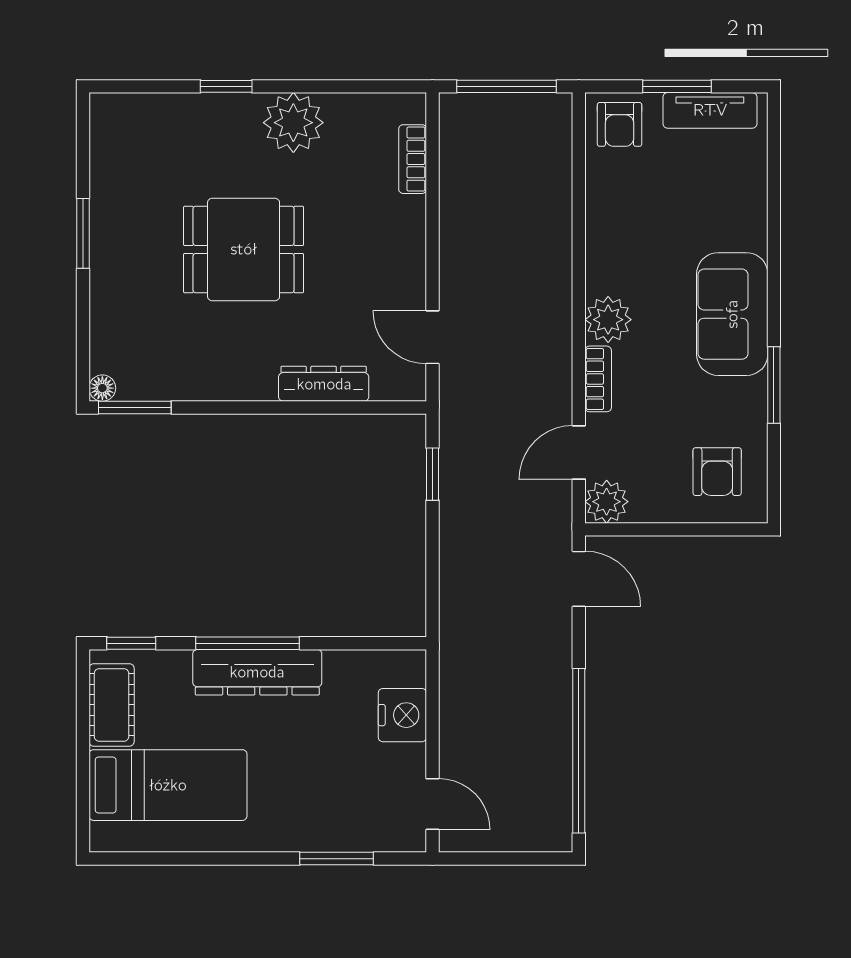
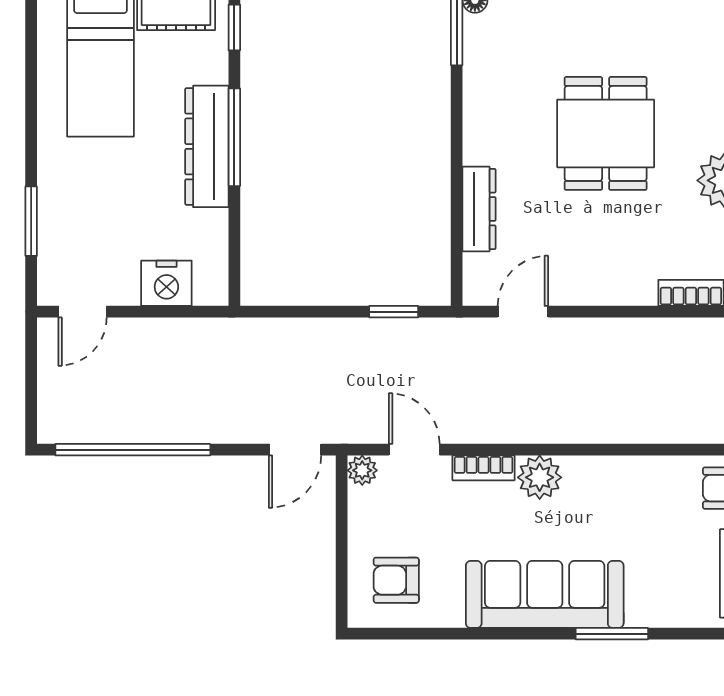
sofa: (732, 314) -> (545, 594), width x1.36
window: (774, 385) -> (612, 634), moved
plant: (607, 502) -> (362, 470), width x0.73, depth x0.73

